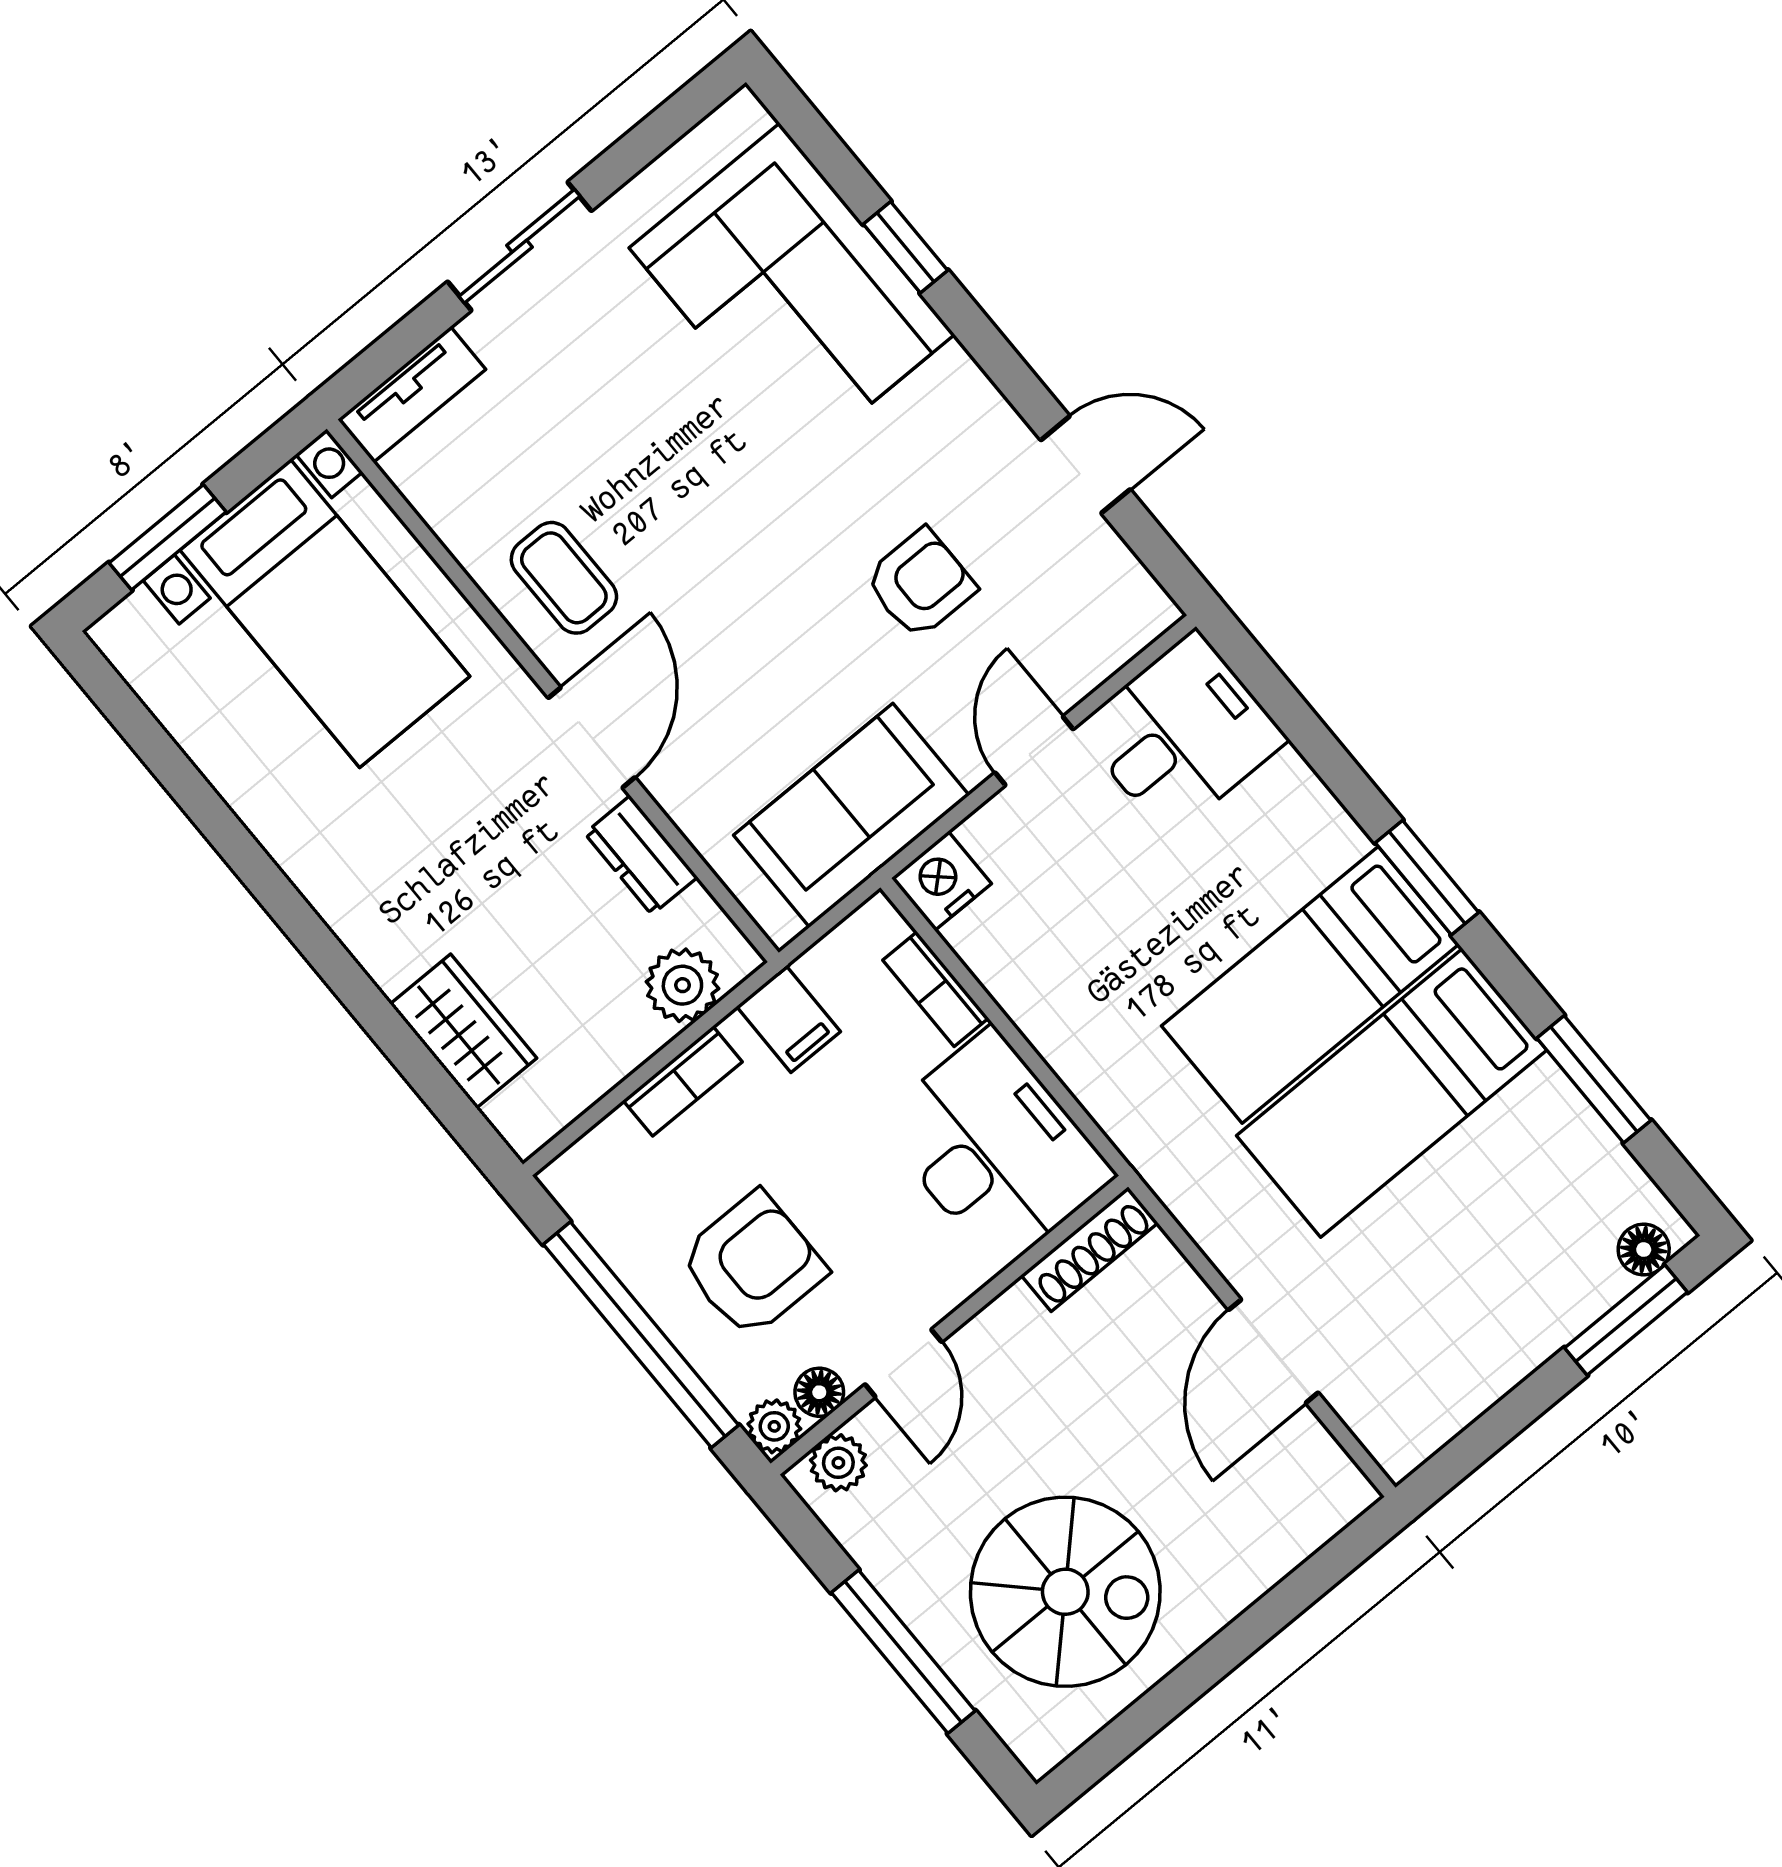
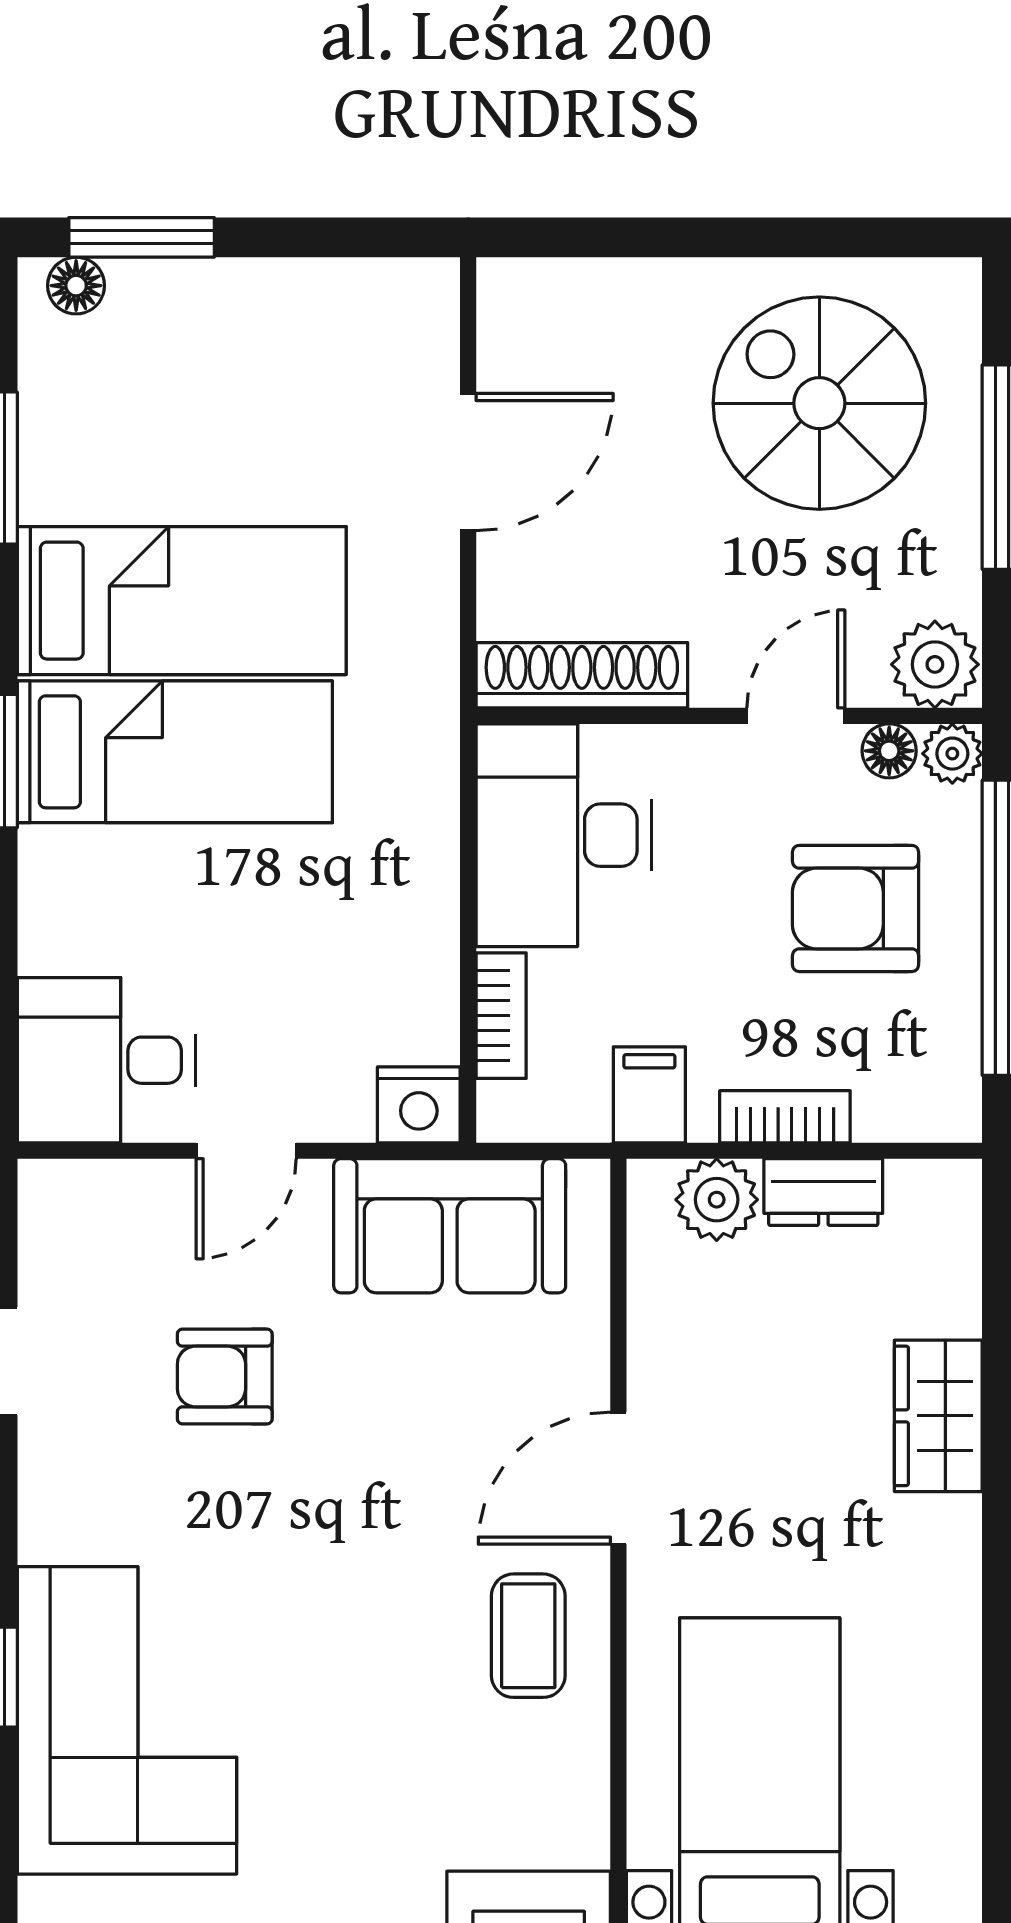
dresser: (641, 855) -> (823, 1192), moved, turned 90
wardrobe: (464, 1031) -> (938, 1416), moved
shoe rack: (1090, 1249) -> (582, 675), width x1.36, depth x1.24
plant: (838, 1463) -> (935, 664), width x1.38, depth x1.38

